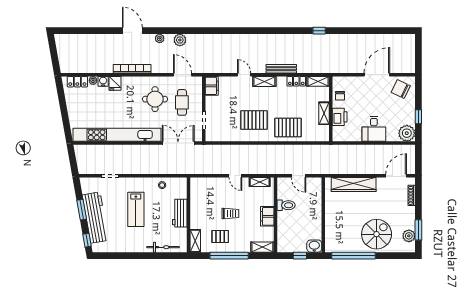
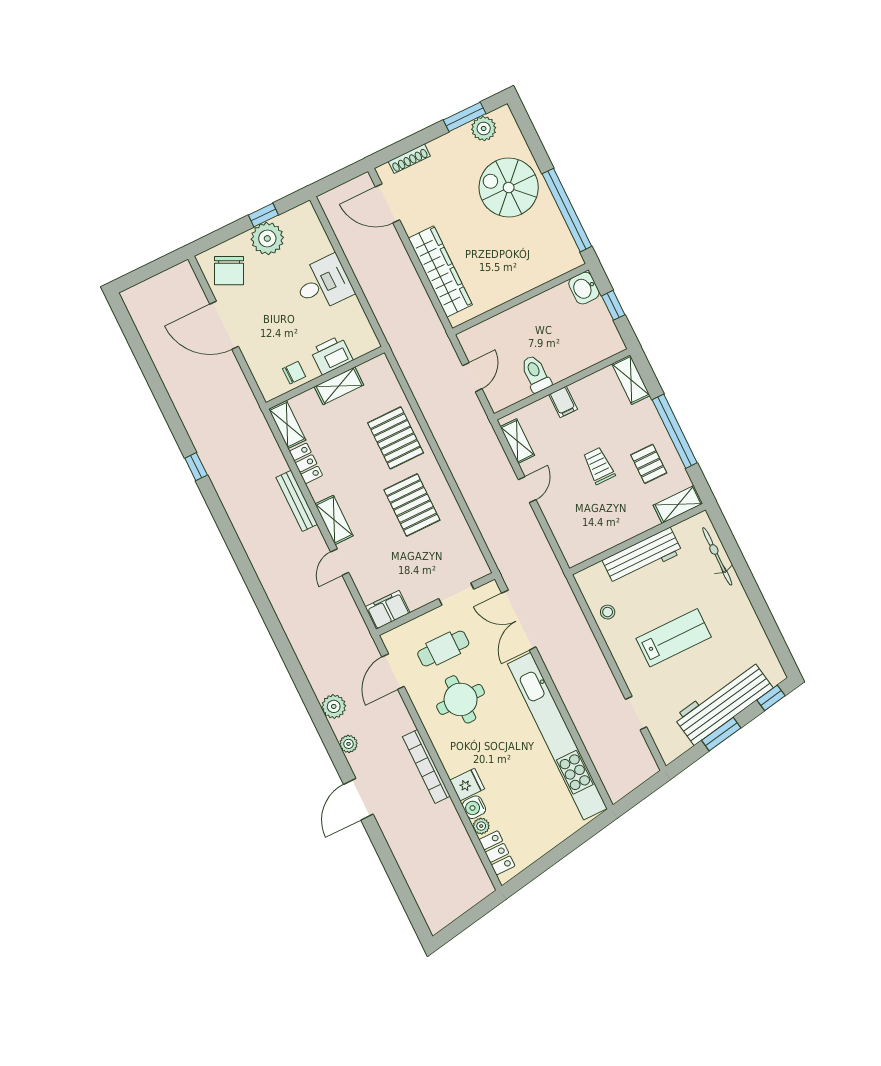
plant: (407, 133) -> (267, 238), moved
workbench: (180, 213) -> (642, 556), width x1.38
filing cabinet: (267, 216) -> (563, 402), width x0.50

